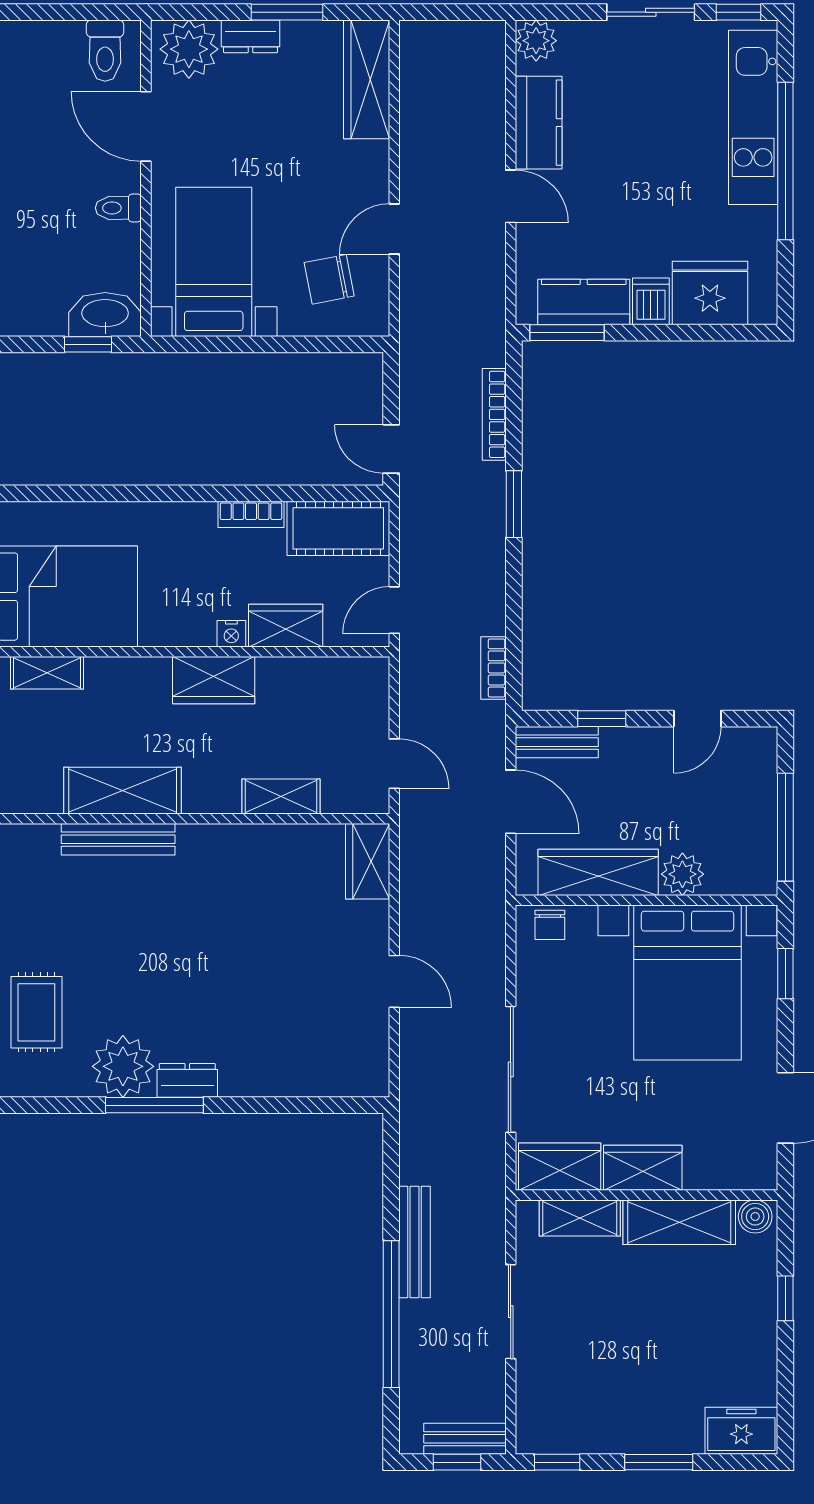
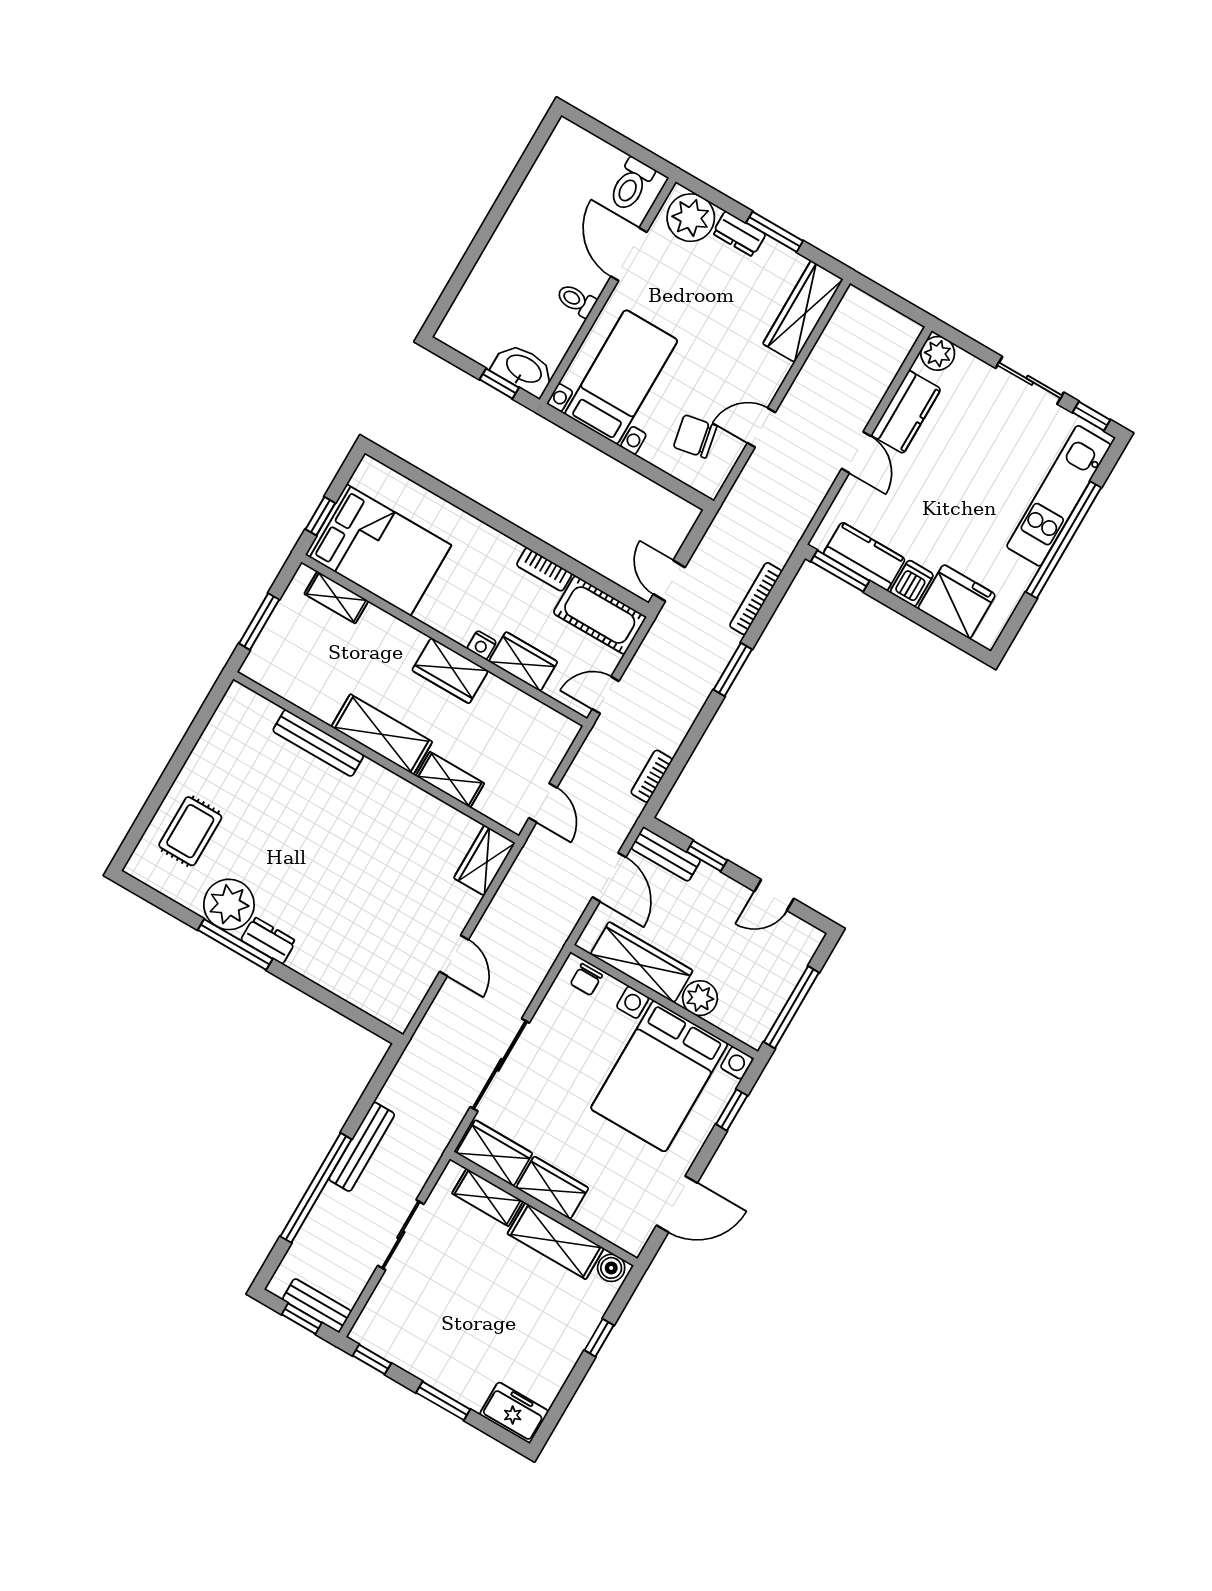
shelving: (123, 791) -> (382, 734), moved

